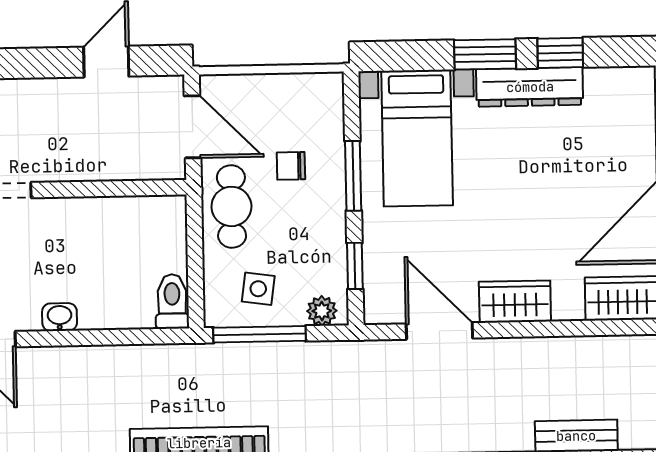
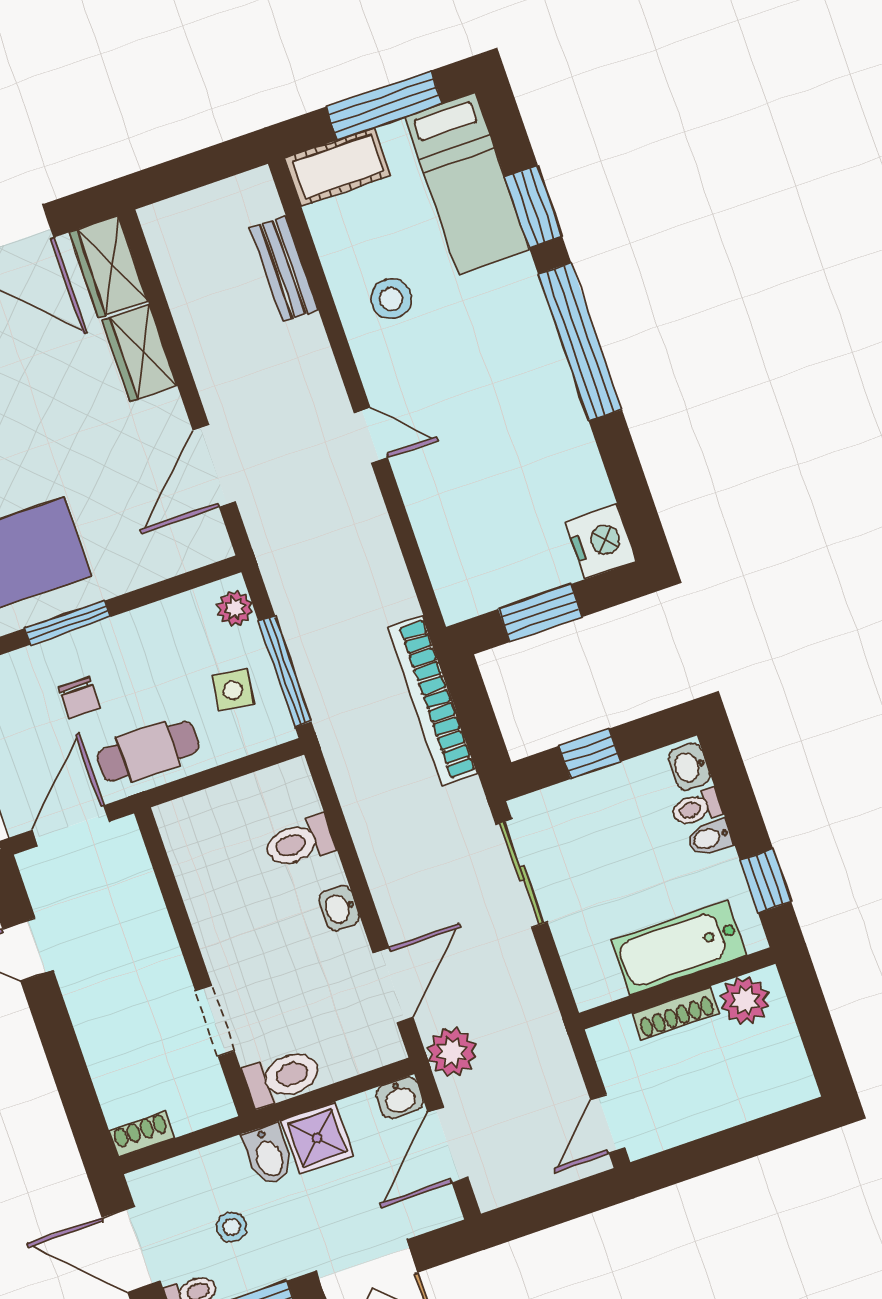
window: (355, 266) -> (171, 587), removed
toilet: (172, 301) -> (300, 842), moved
wardrobe: (515, 302) -> (140, 353), moved

